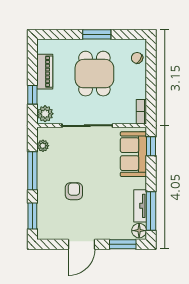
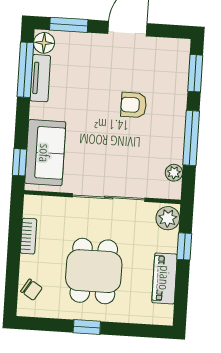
window: (97, 34) -> (87, 327), width x0.67
bookcase: (141, 112) -> (28, 236), moved
armchair: (74, 191) -> (134, 105), turned 90

